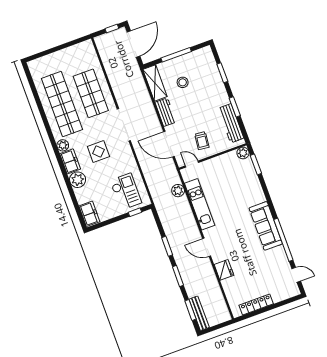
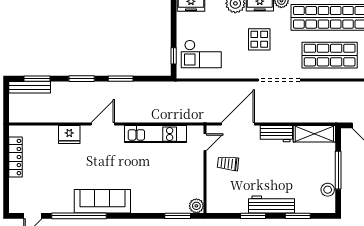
stool: (183, 82) -> (328, 190), moved
workbench: (231, 123) -> (271, 205), moved
plant: (178, 191) -> (180, 115), removed

